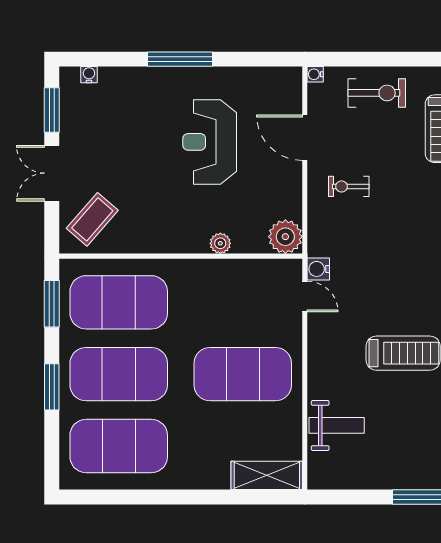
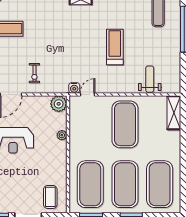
coffee table: (92, 219) -> (50, 197), turned 49

